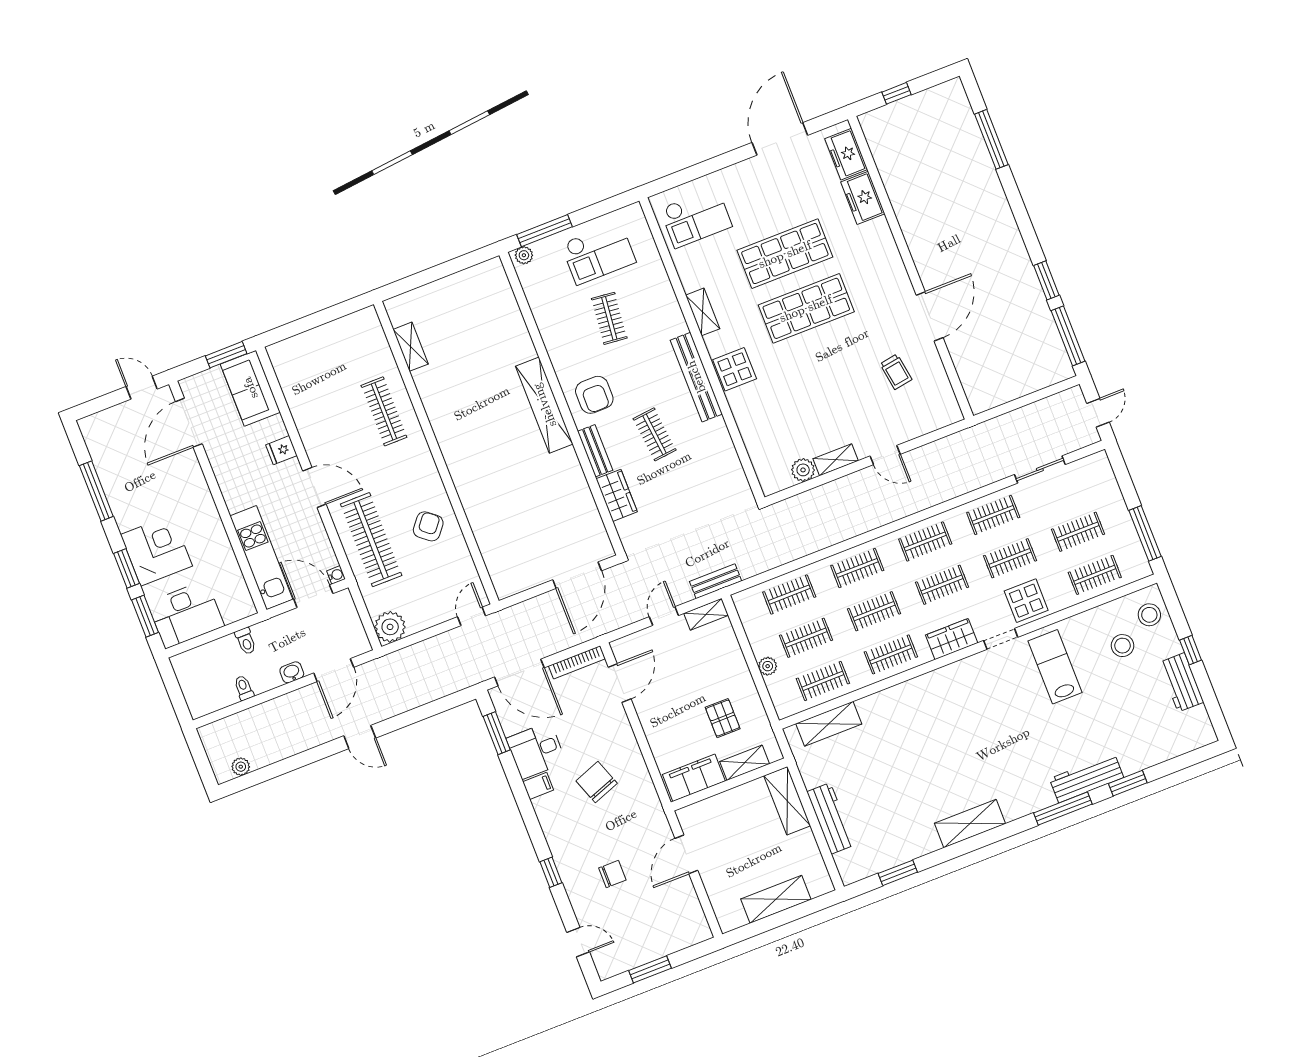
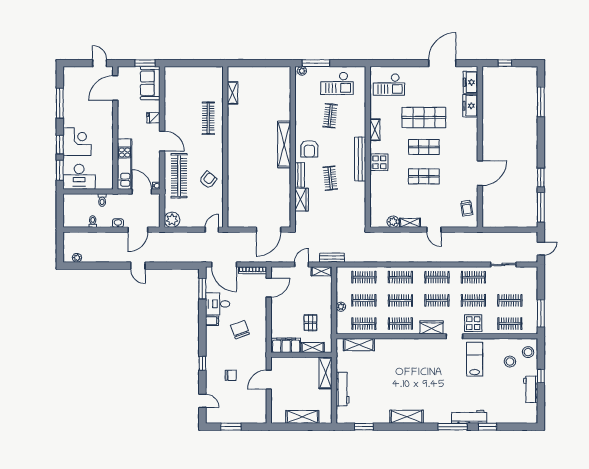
shop shelf: (806, 308) -> (424, 147), width x0.70, depth x0.74
shop shelf: (828, 363) -> (424, 176), added
trolley: (896, 372) -> (467, 208), moved

